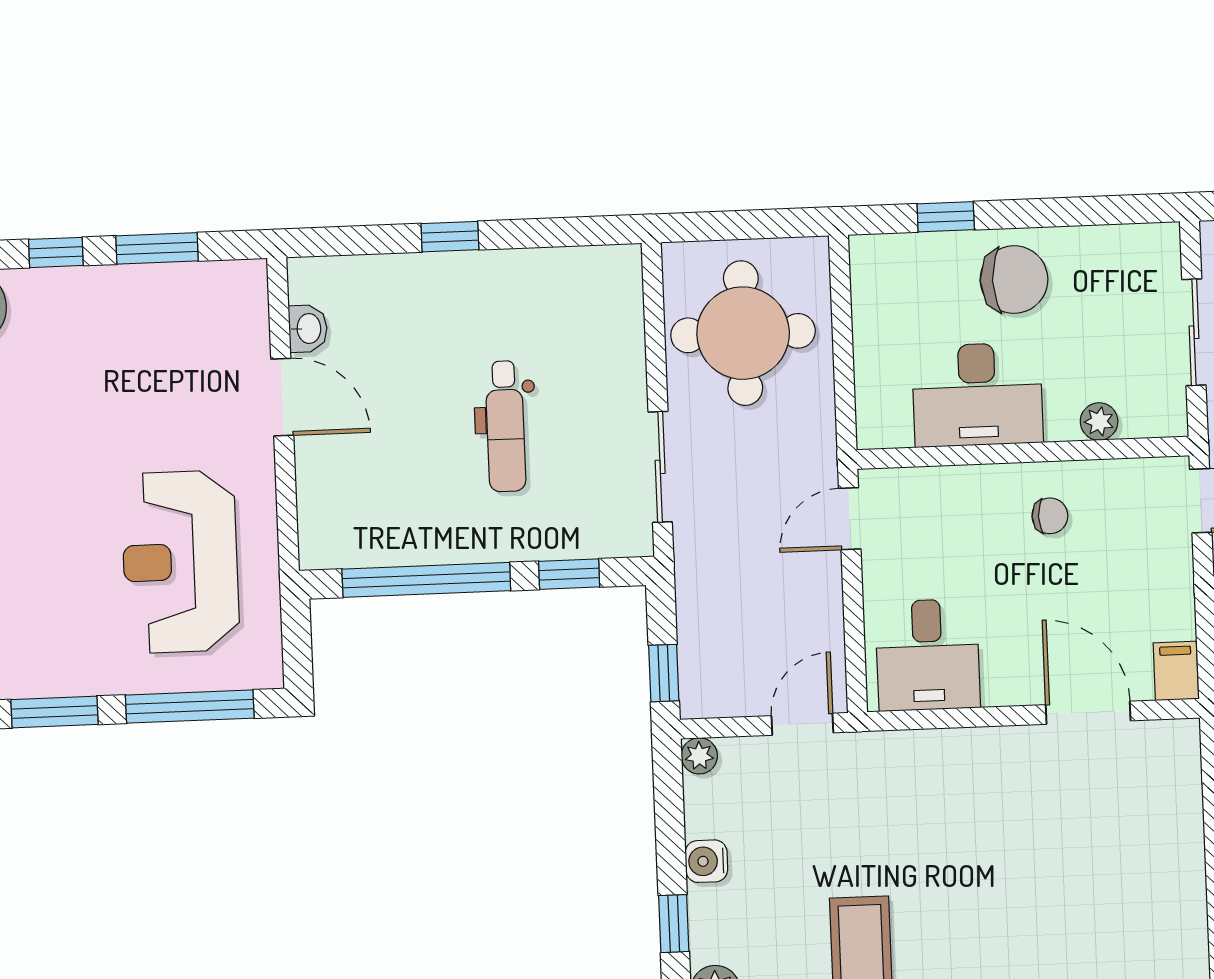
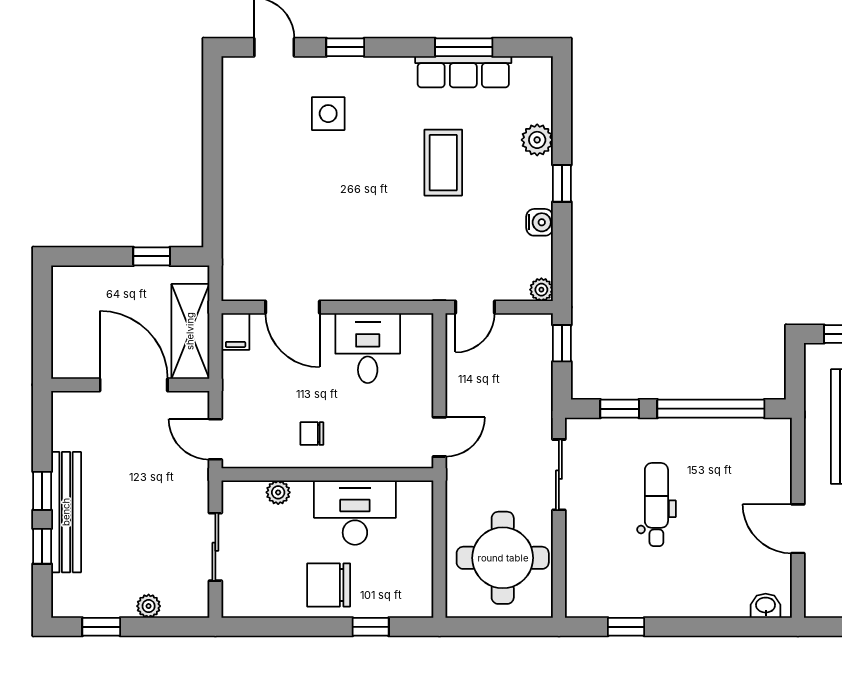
window: (450, 237) -> (626, 627), moved
washbasin: (308, 329) -> (766, 606), moved, turned 90
desk: (928, 655) -> (368, 348), moved

